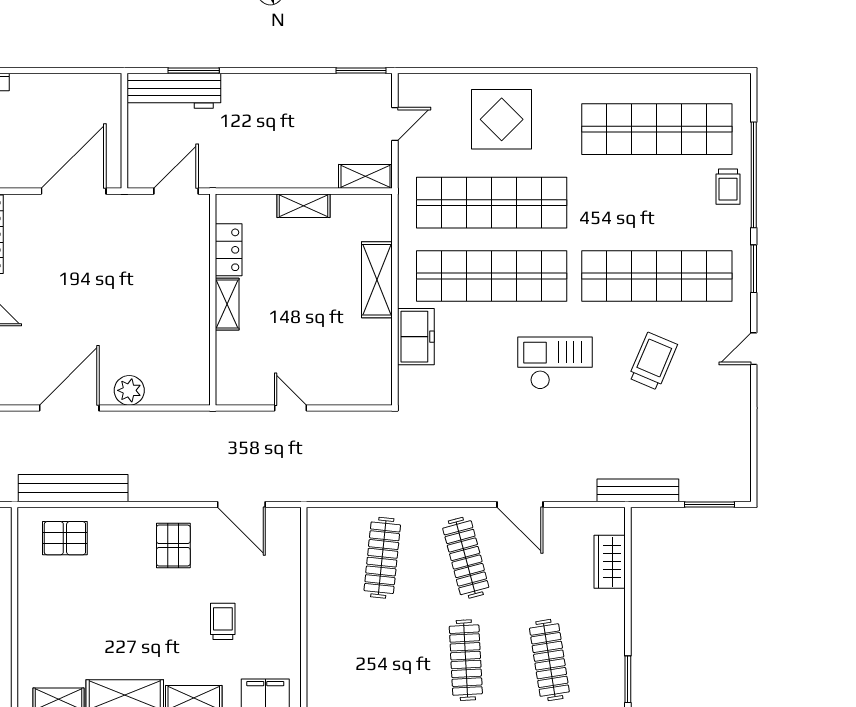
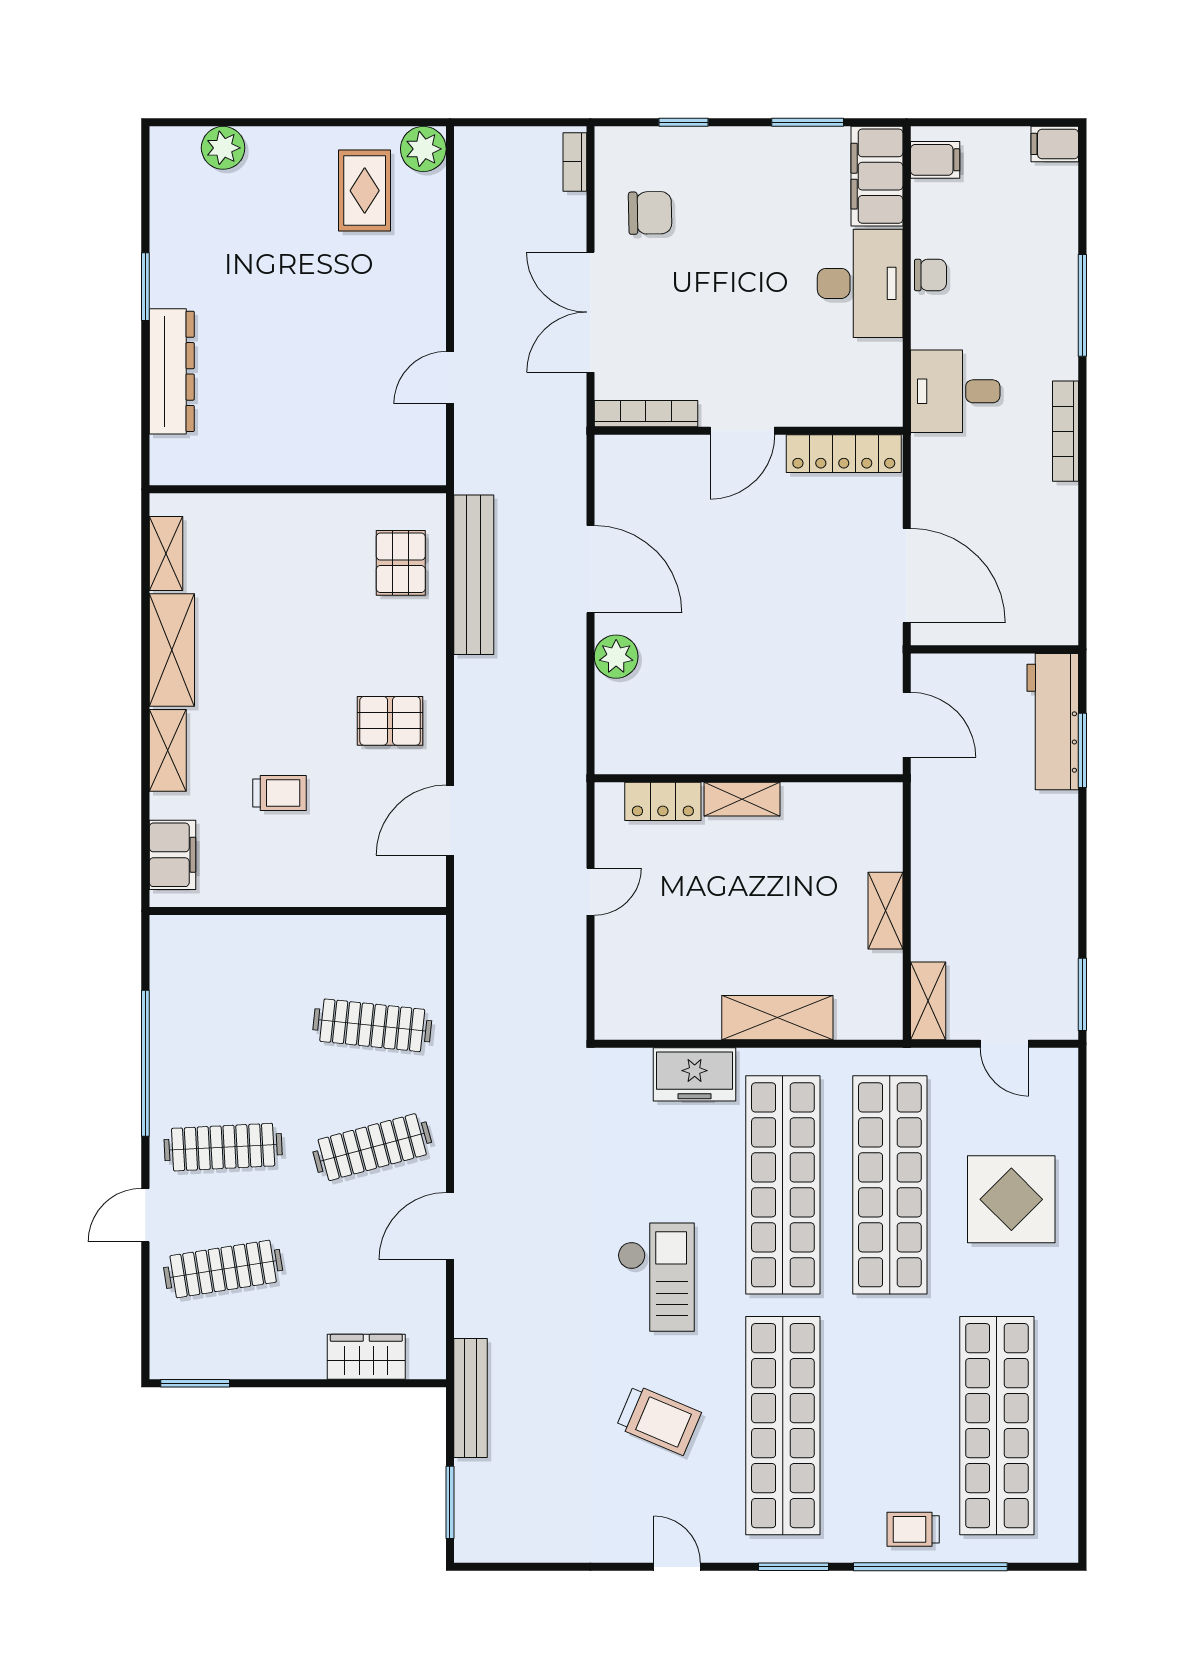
locker: (229, 250) -> (663, 801), moved

